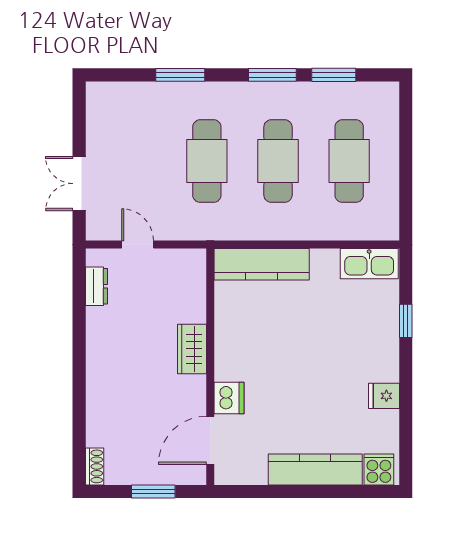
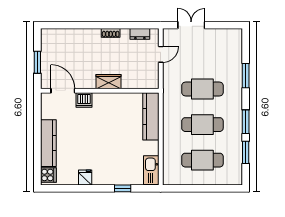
shoe rack: (95, 466) -> (111, 33), moved

